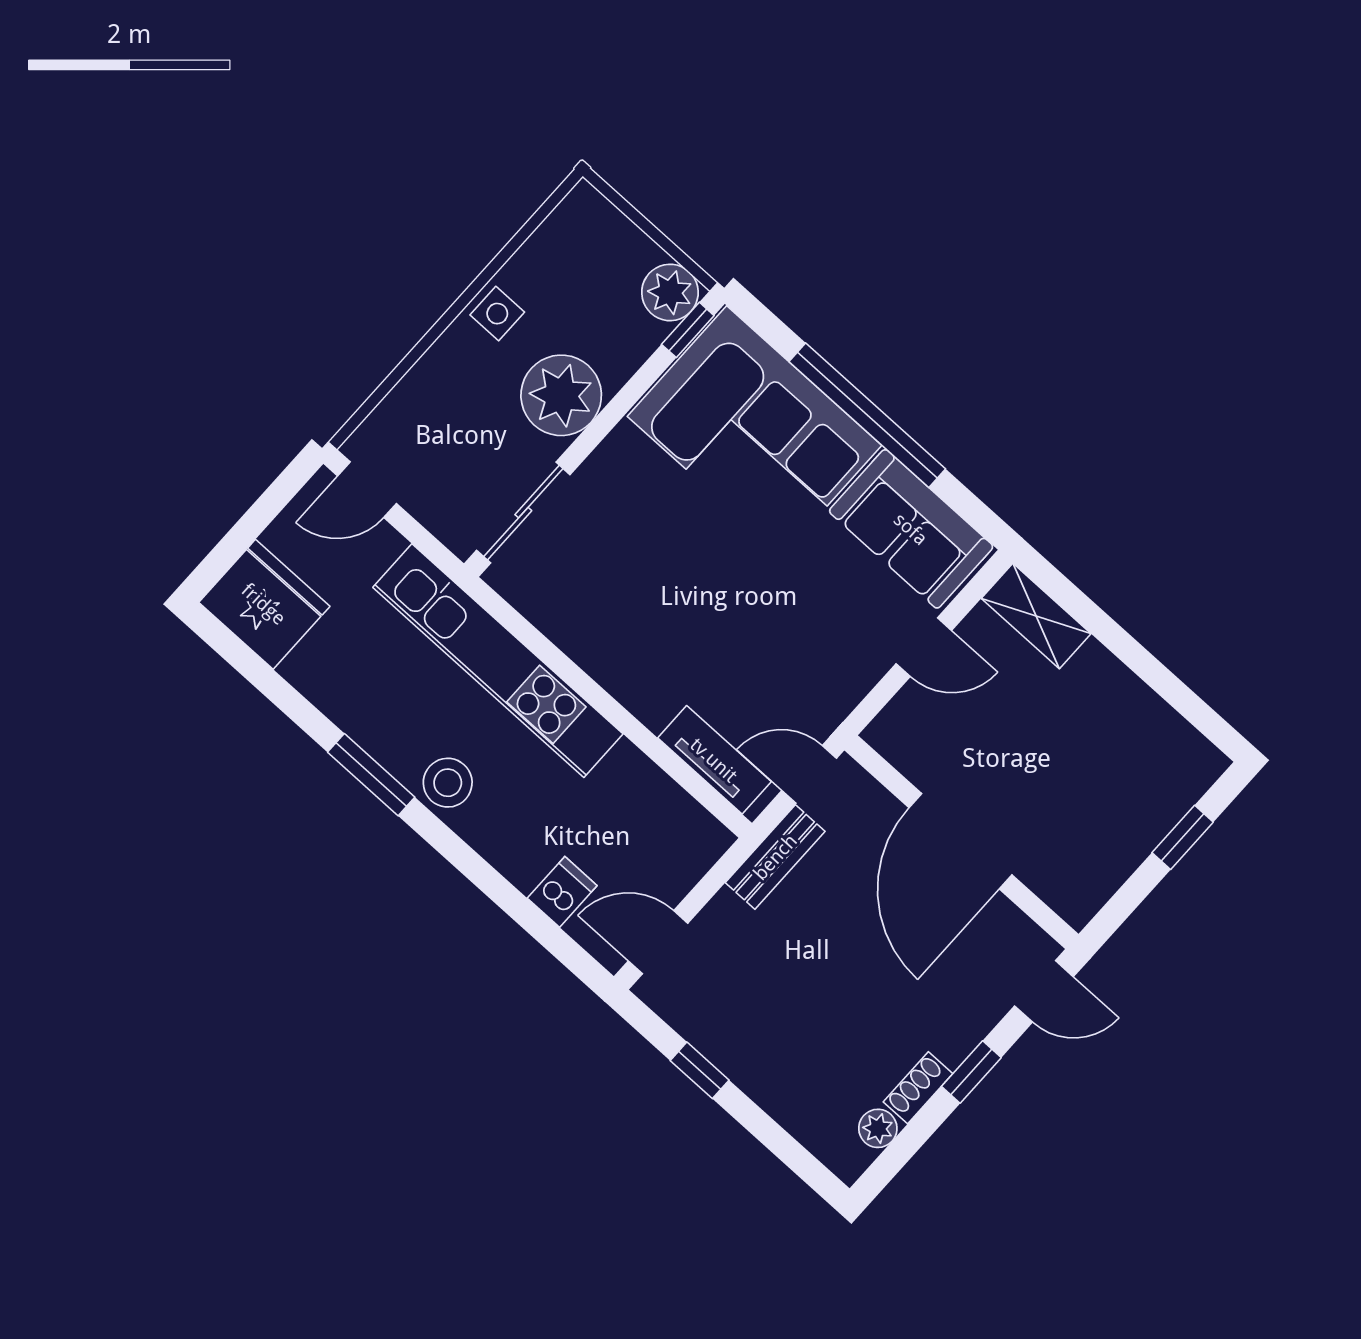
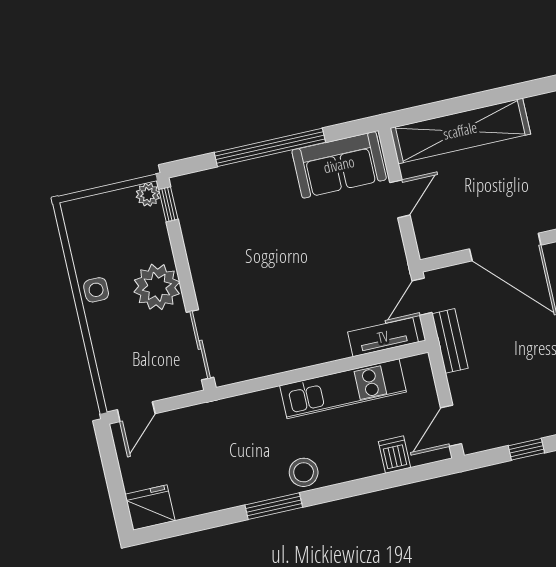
plant: (670, 292) -> (148, 195), width x0.73, depth x0.73
corner sofa: (754, 431) -> (239, 207), removed
fridge: (264, 604) -> (150, 507), width x0.73, depth x0.75
shelving: (1036, 616) -> (460, 131), width x2.20, depth x1.33
kitchen unit: (498, 661) -> (343, 389), moved, width x0.73

